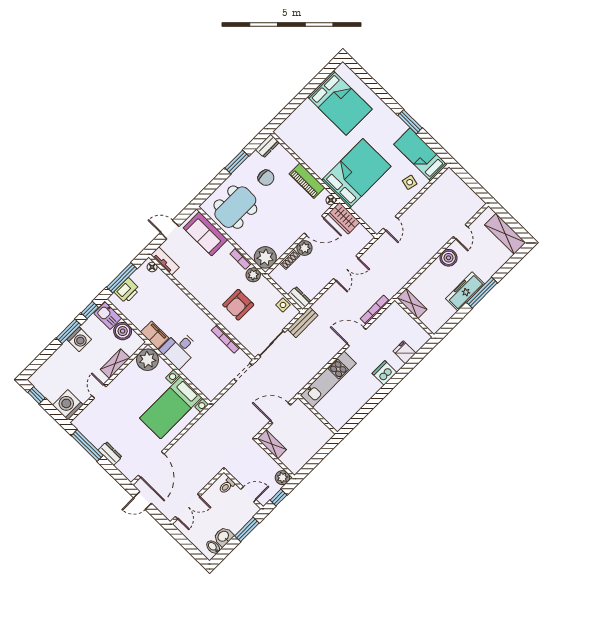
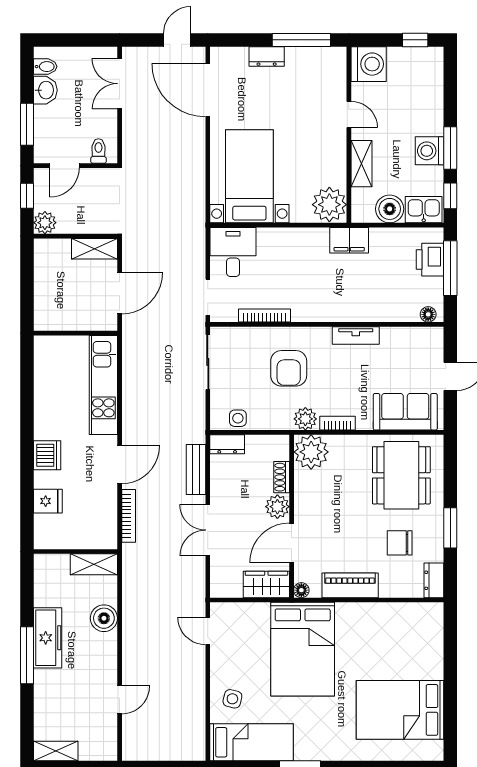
door: (460, 232) -> (120, 700), swing flipped
shelving: (505, 234) -> (56, 751), width x0.67, depth x0.75
boiler: (448, 258) -> (104, 618), moved
tv unit: (165, 261) -> (356, 335), moved
armchair: (238, 305) -> (289, 368), turned 180
bench: (303, 322) -> (196, 469), moved
desk: (179, 349) -> (233, 252), moved

